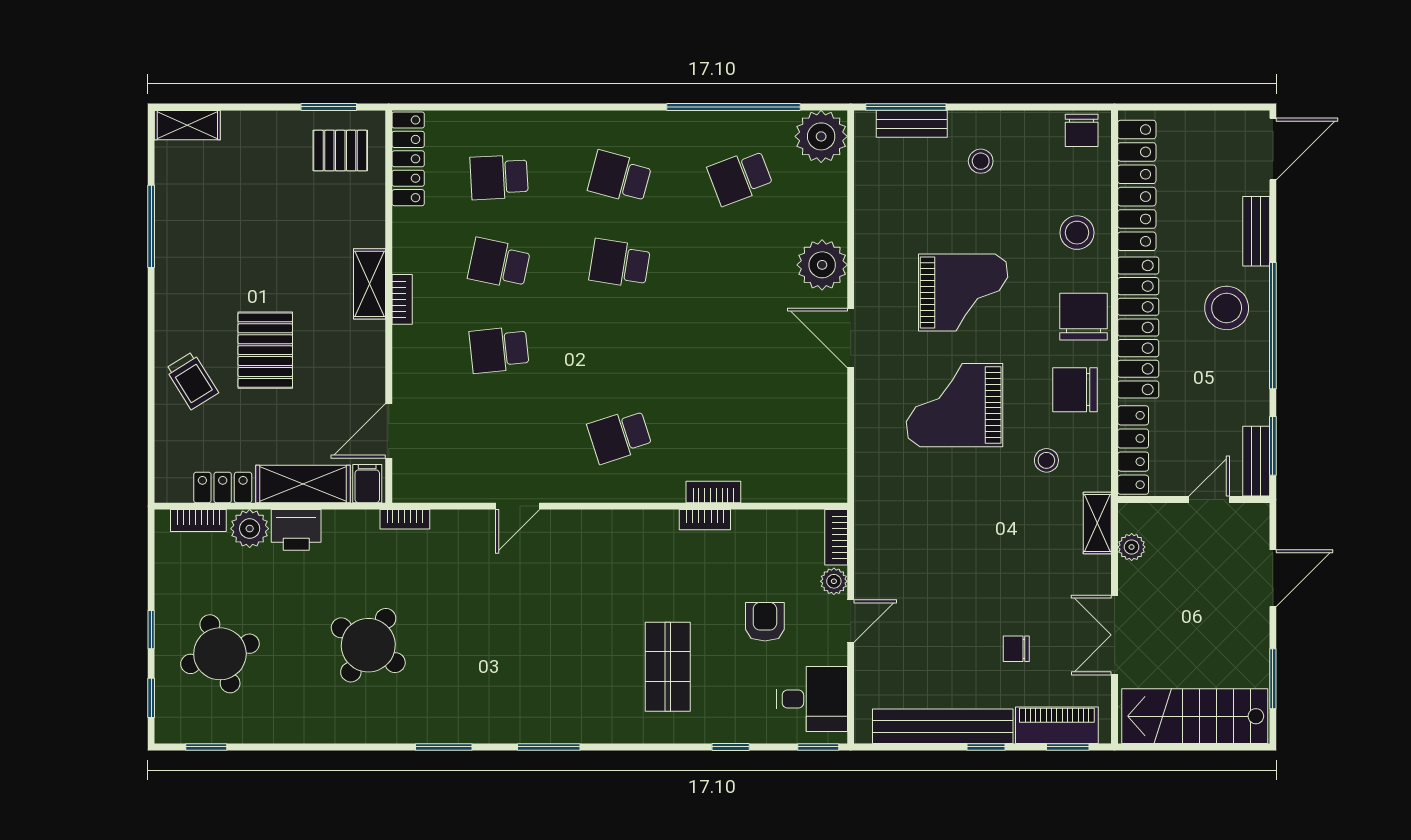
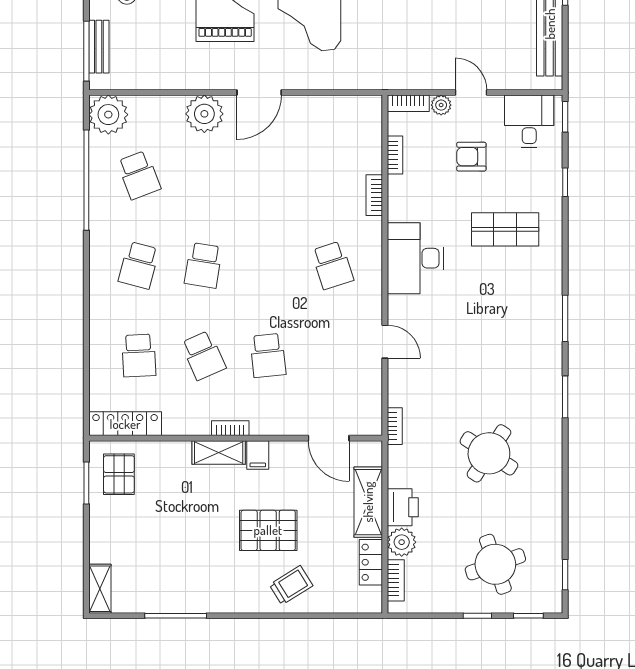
school desk: (499, 263) -> (203, 355), turned -36
filing cabinet: (367, 484) -> (258, 455), moved, turned -90
bookcase: (705, 520) -> (395, 155), moved
desk: (629, 547) -> (415, 258), added

